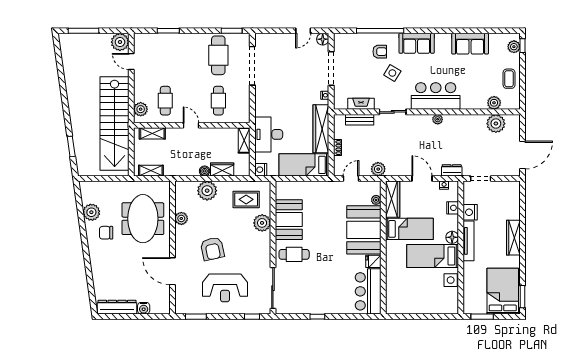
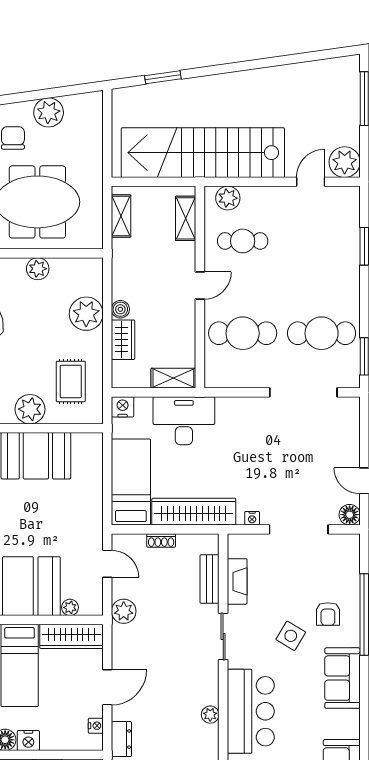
cafe table: (218, 101) -> (243, 333), width x1.37, depth x1.35
nightstand: (453, 208) -> (28, 741), moved

